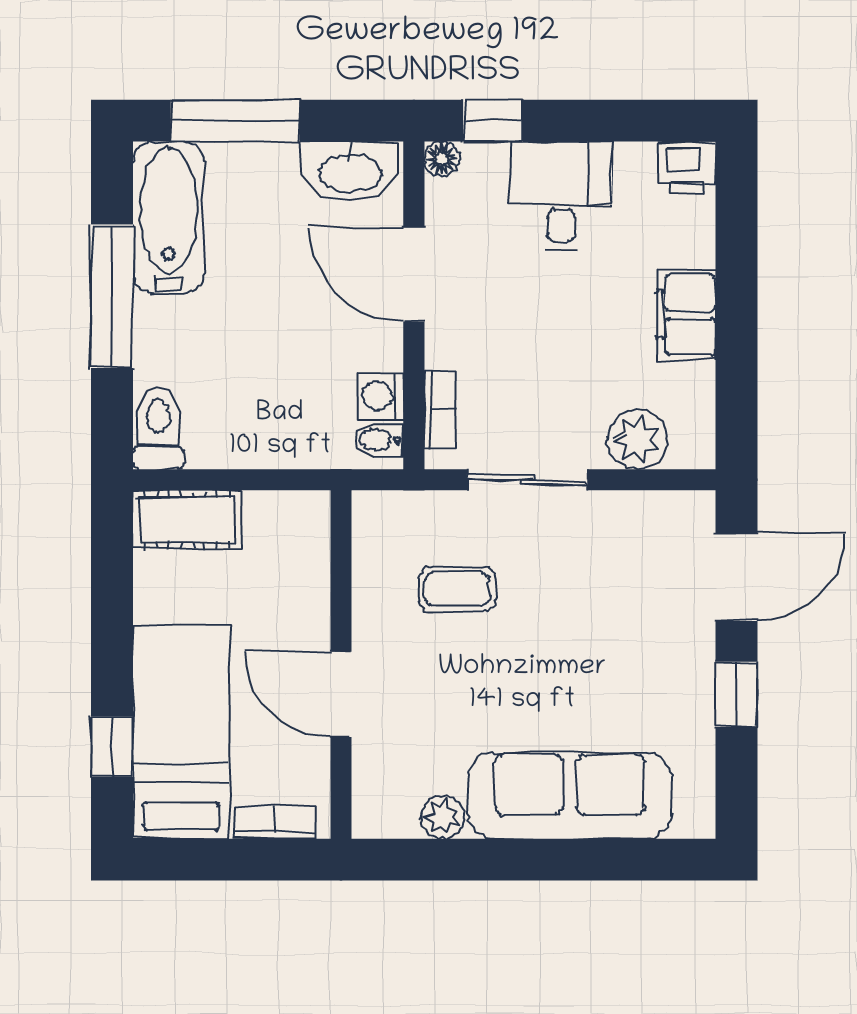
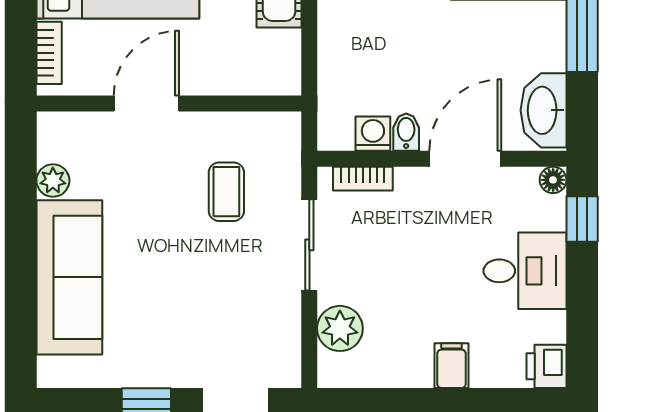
filing cabinet: (686, 315) -> (452, 366), width x0.50
bidet: (379, 440) -> (406, 132), moved

